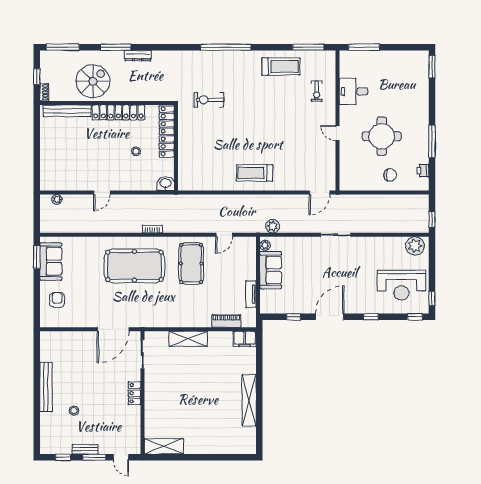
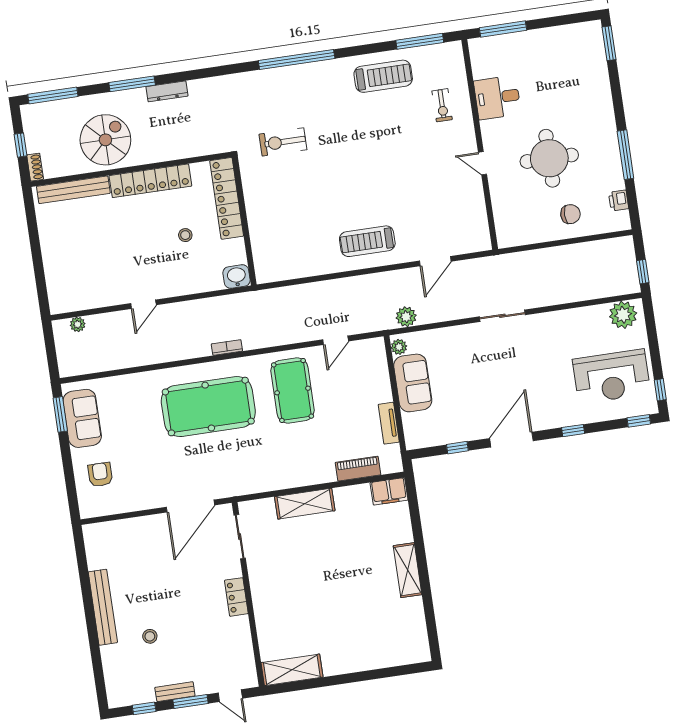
door: (320, 193) -> (435, 261), moved
shelving: (249, 400) -> (408, 570), width x0.68

